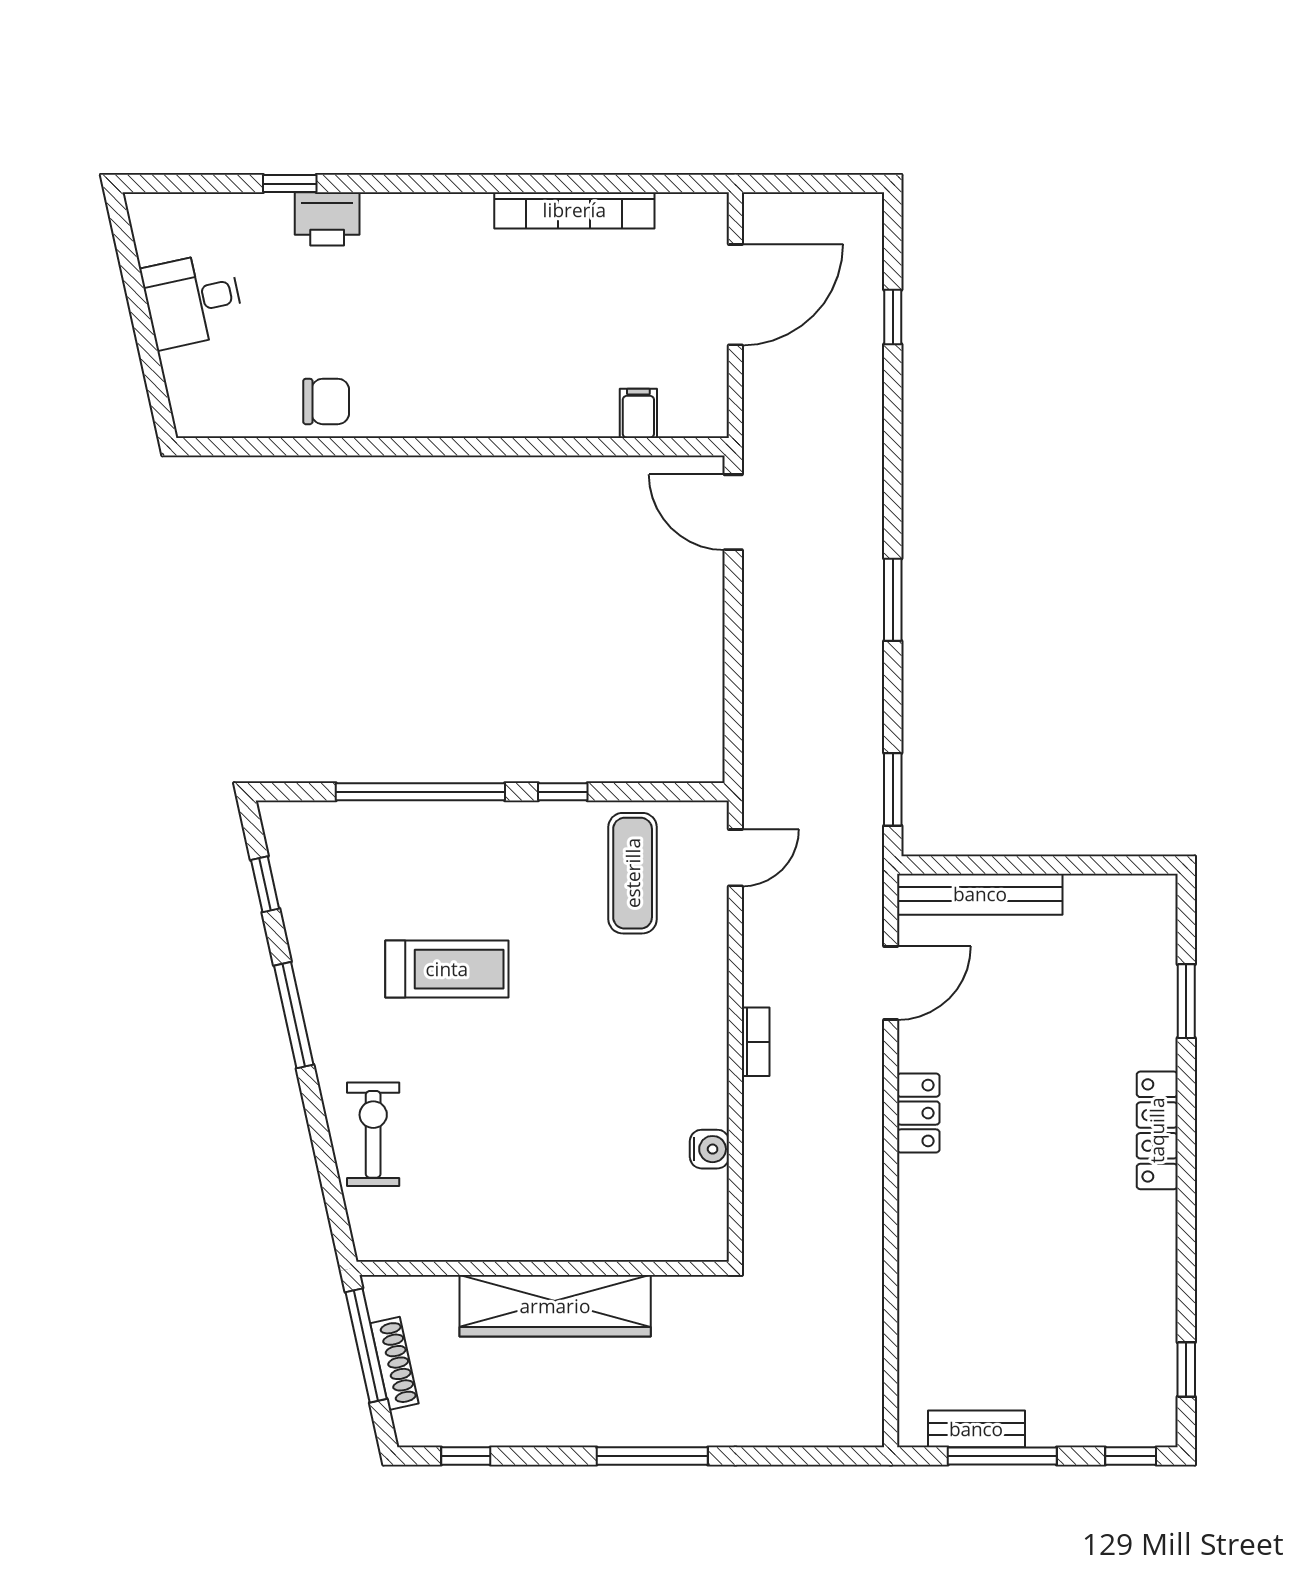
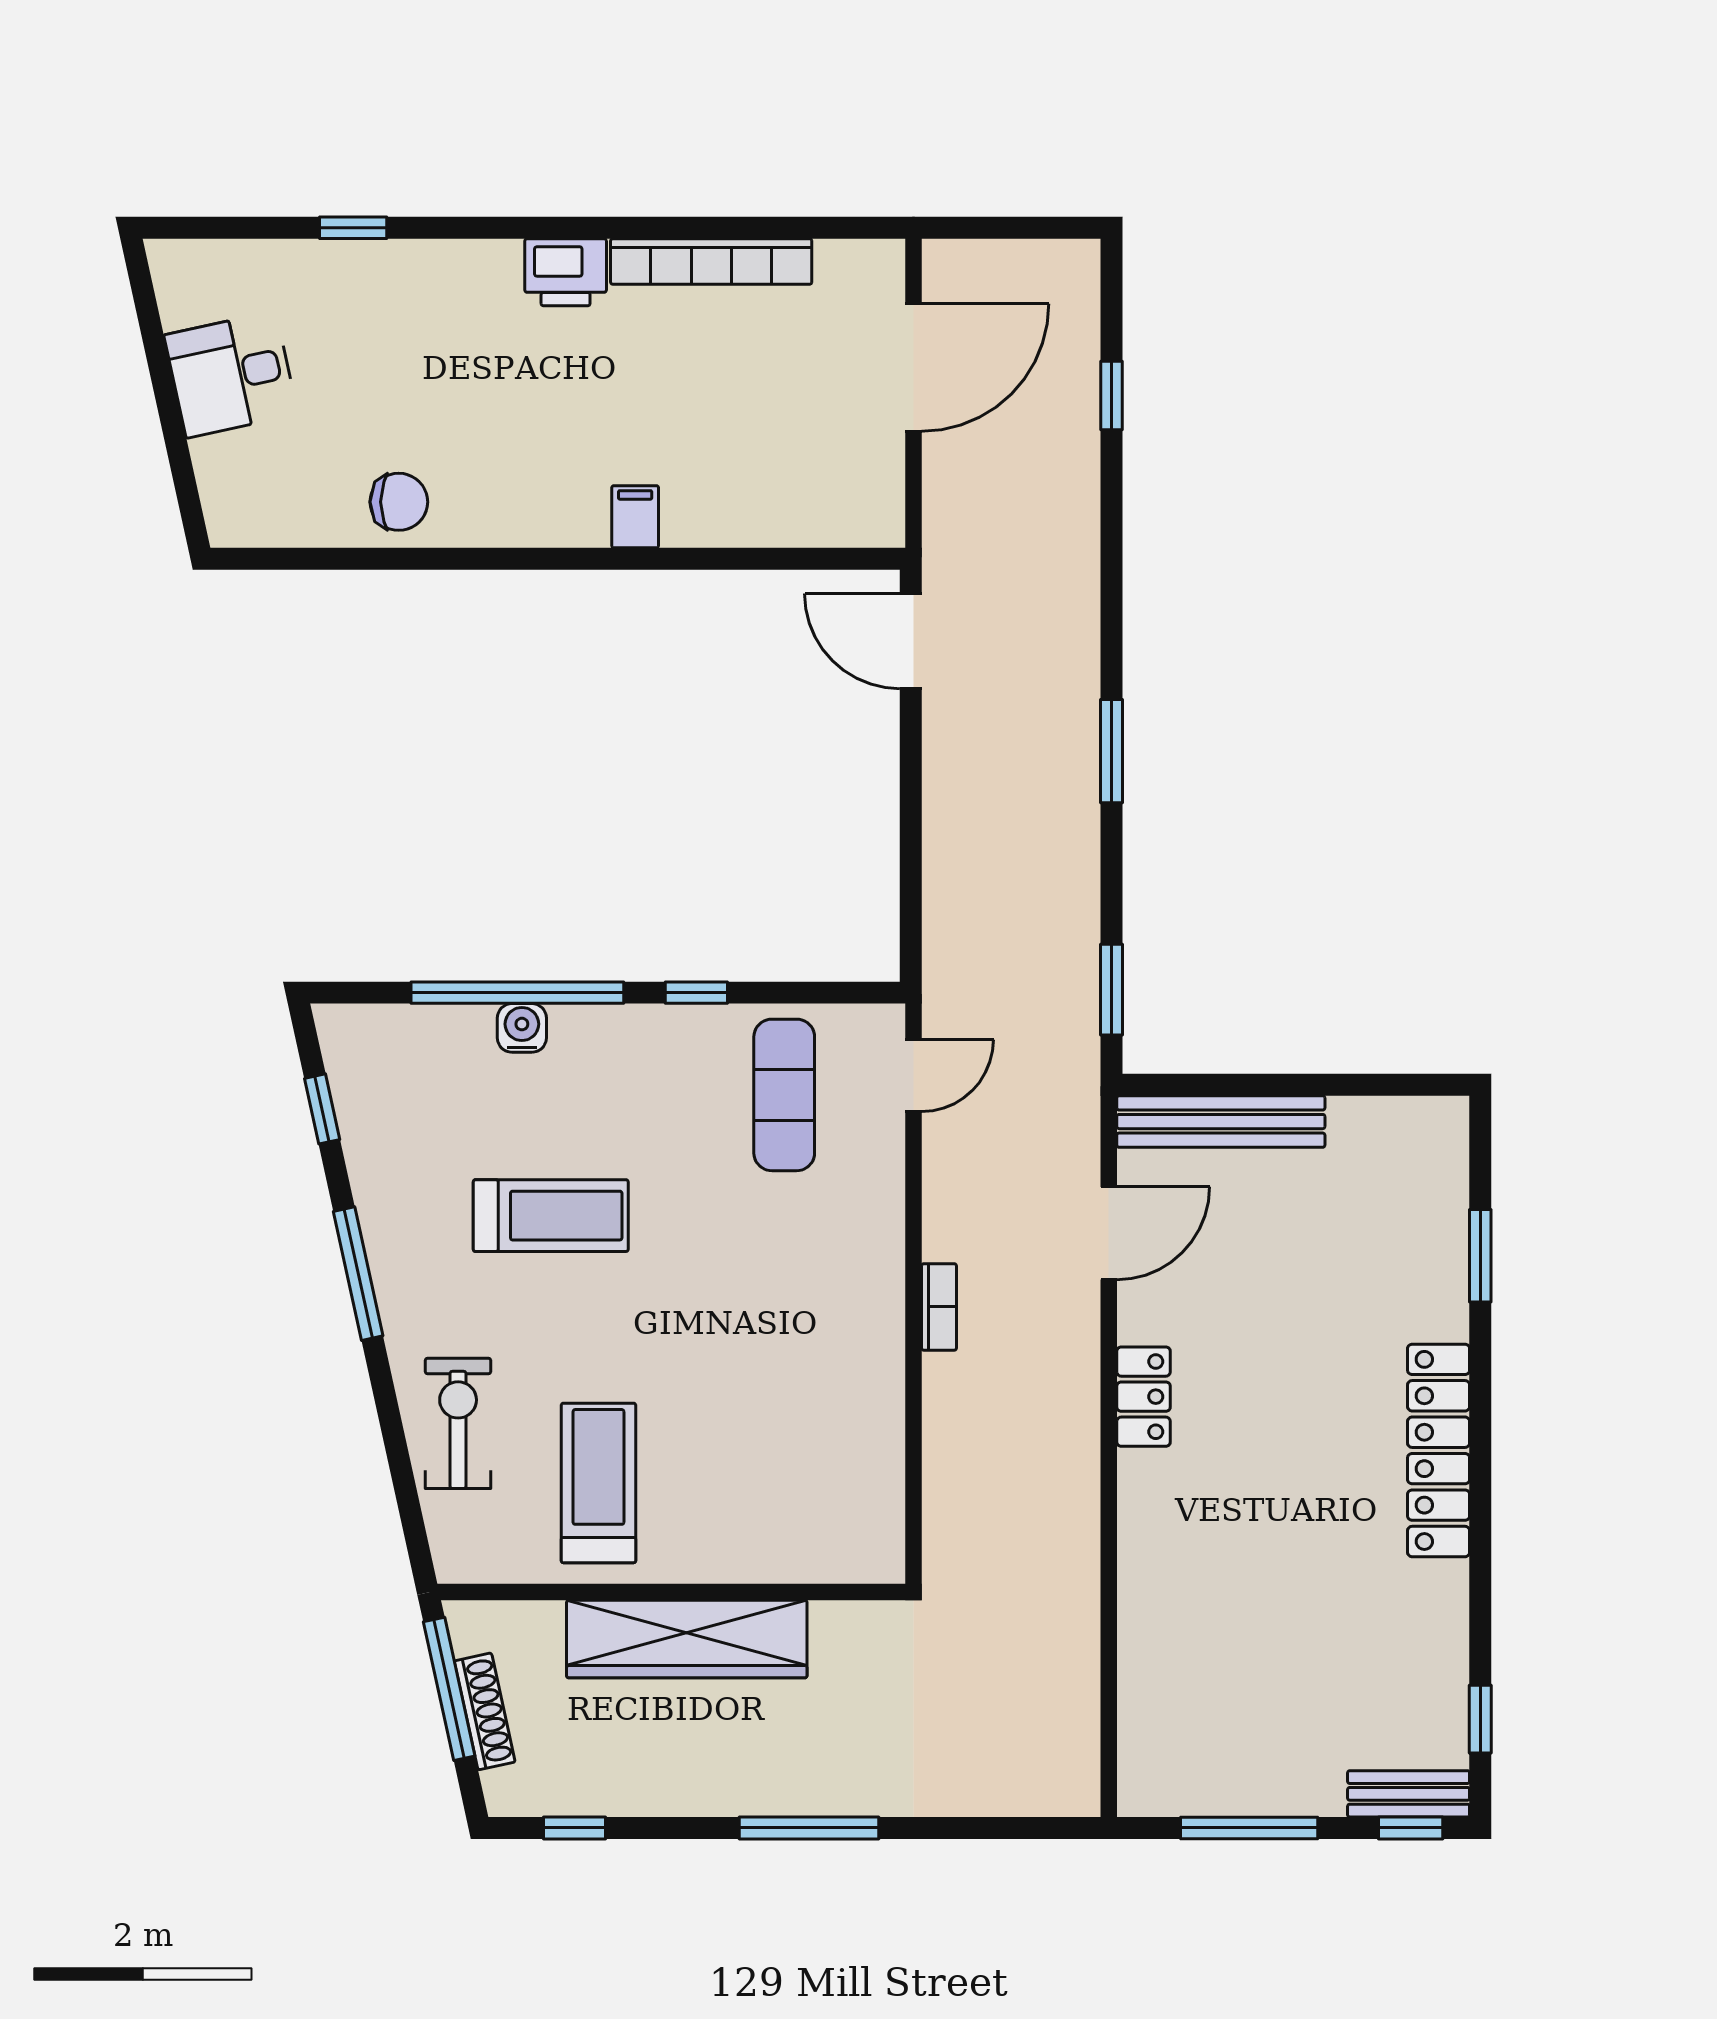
printer: (327, 219) -> (566, 272), moved
filing cabinet: (638, 413) -> (635, 517), moved
locker: (1157, 1130) -> (1439, 1450), width x1.41, depth x1.21
water cooler: (709, 1149) -> (522, 1028), moved, turned -90
treadmill: (485, 1182) -> (598, 1483), added
bench: (976, 1429) -> (1409, 1794), moved

